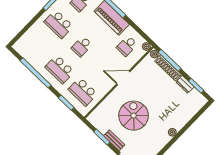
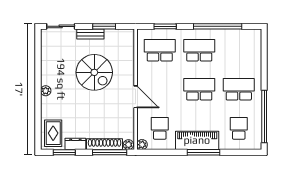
school desk: (82, 46) -> (199, 89), width x1.85
door: (123, 78) -> (136, 97), hinge flipped
rug: (192, 103) -> (53, 133), added

